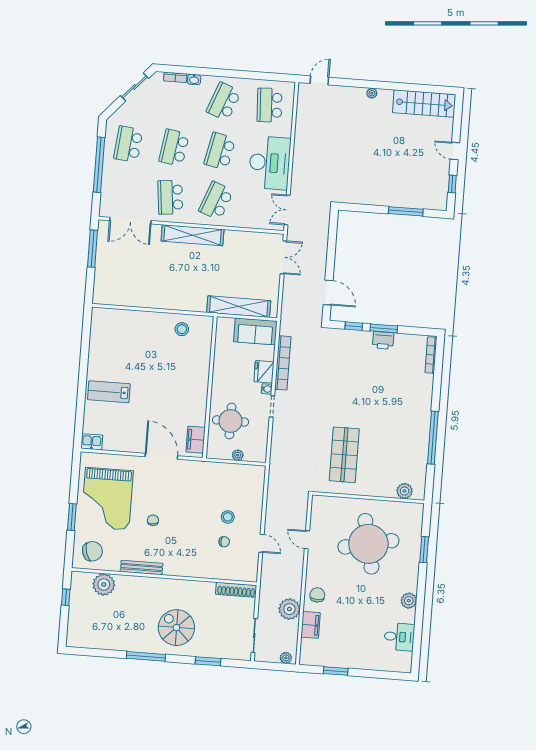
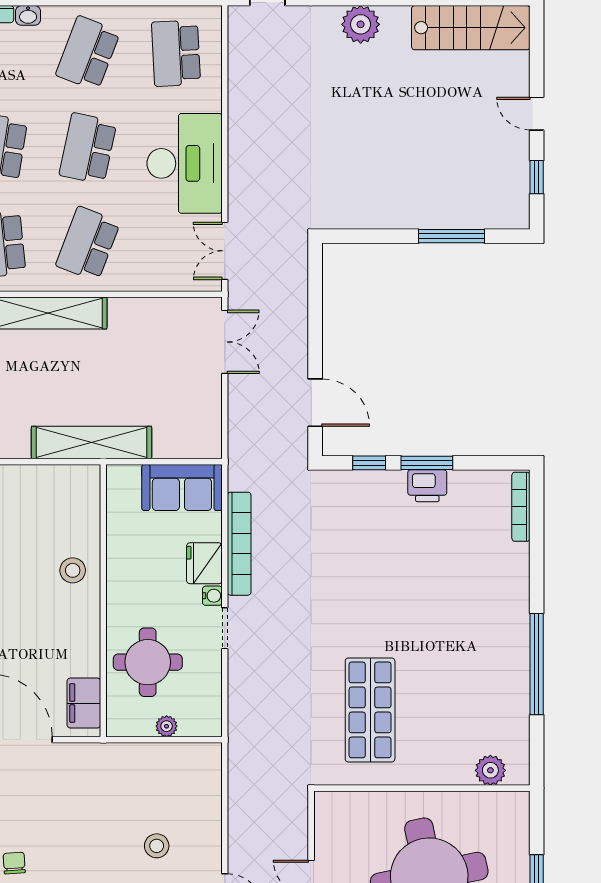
plant: (372, 93) -> (361, 24), width x1.88, depth x1.88
shelving: (239, 307) -> (92, 442), moved
stool: (182, 329) -> (73, 570), moved

